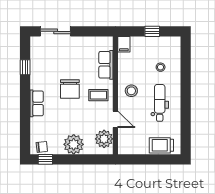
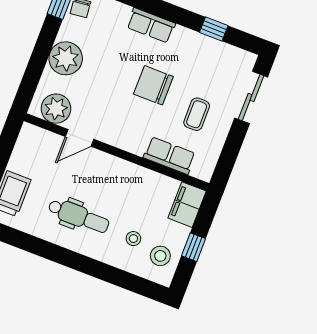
filing cabinet: (124, 44) -> (187, 205), width x2.00
stool: (131, 91) -> (160, 256), moved
coffee table: (98, 95) -> (197, 114), moved

